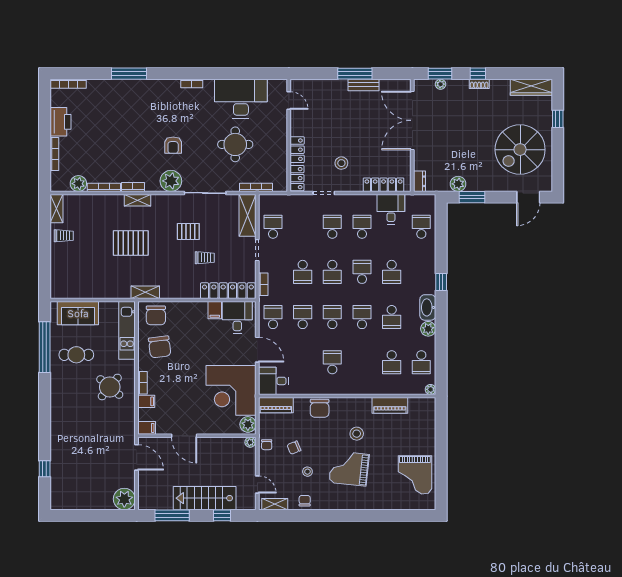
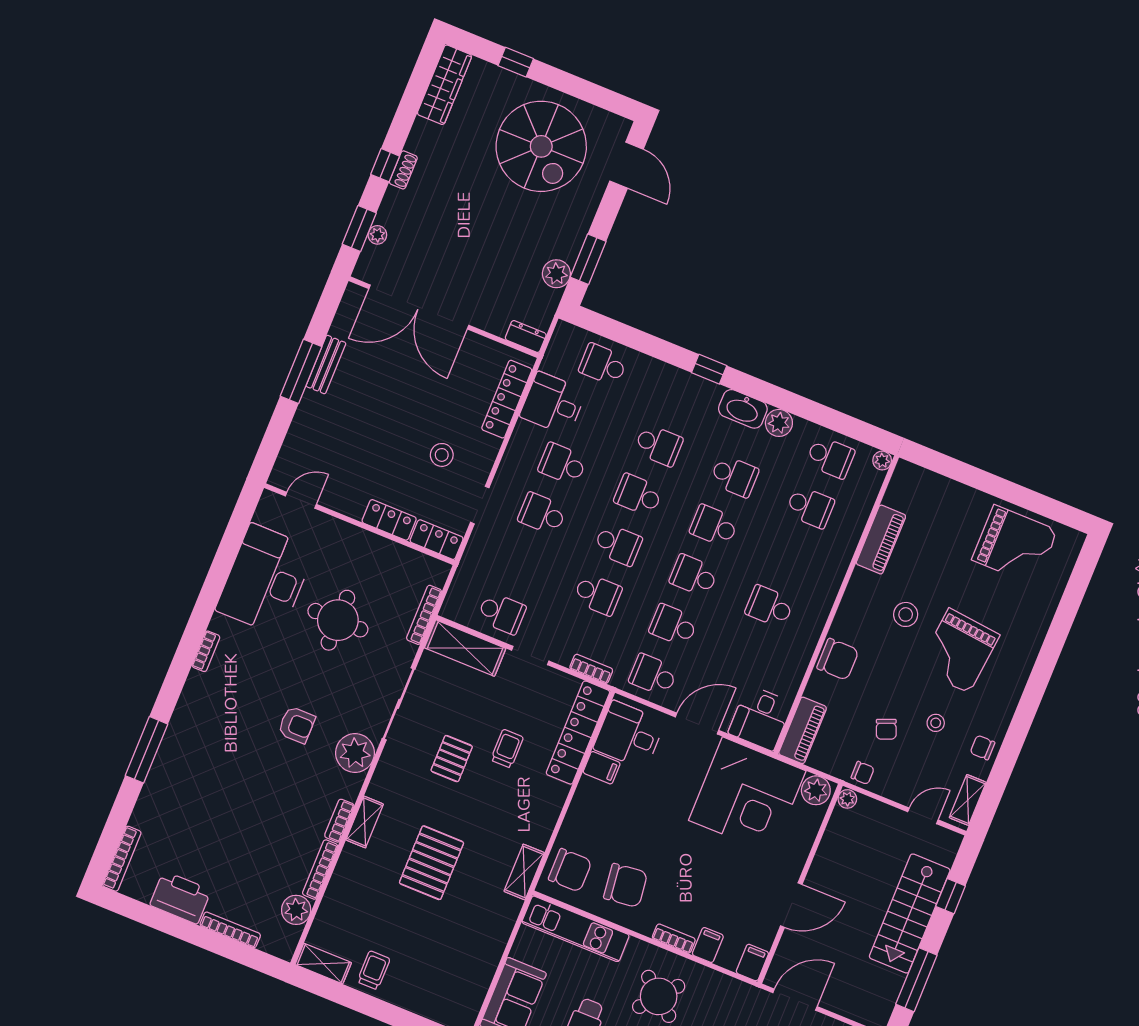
school desk: (273, 227) -> (502, 613), turned 180

